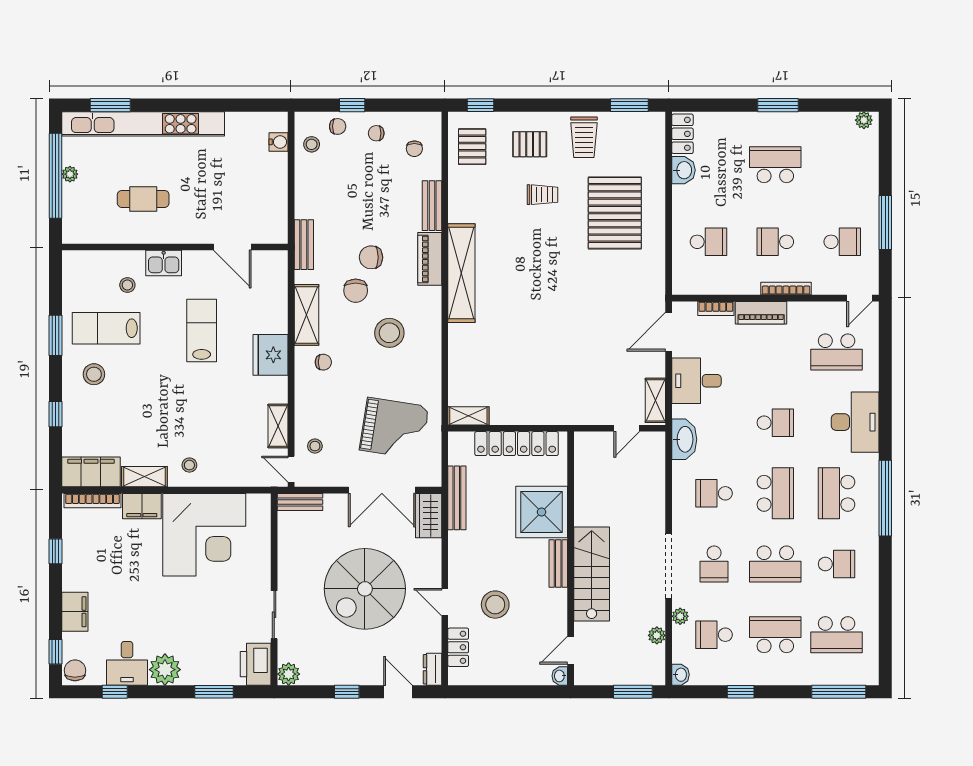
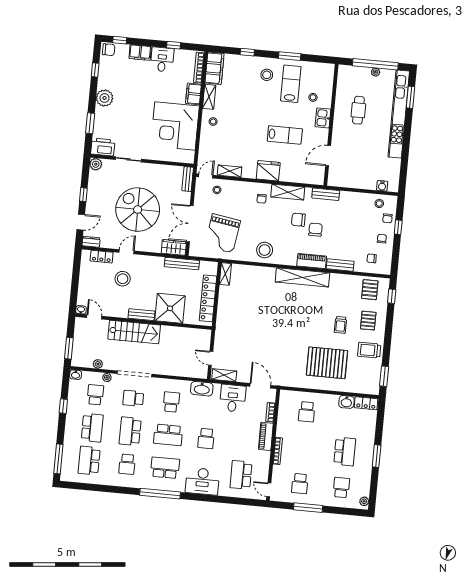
pallet: (472, 147) -> (370, 290), turned 90
school desk: (775, 242) -> (341, 488), moved
stool: (389, 333) -> (265, 250), moved
desk: (127, 663) -> (162, 59), moved, turned 90

